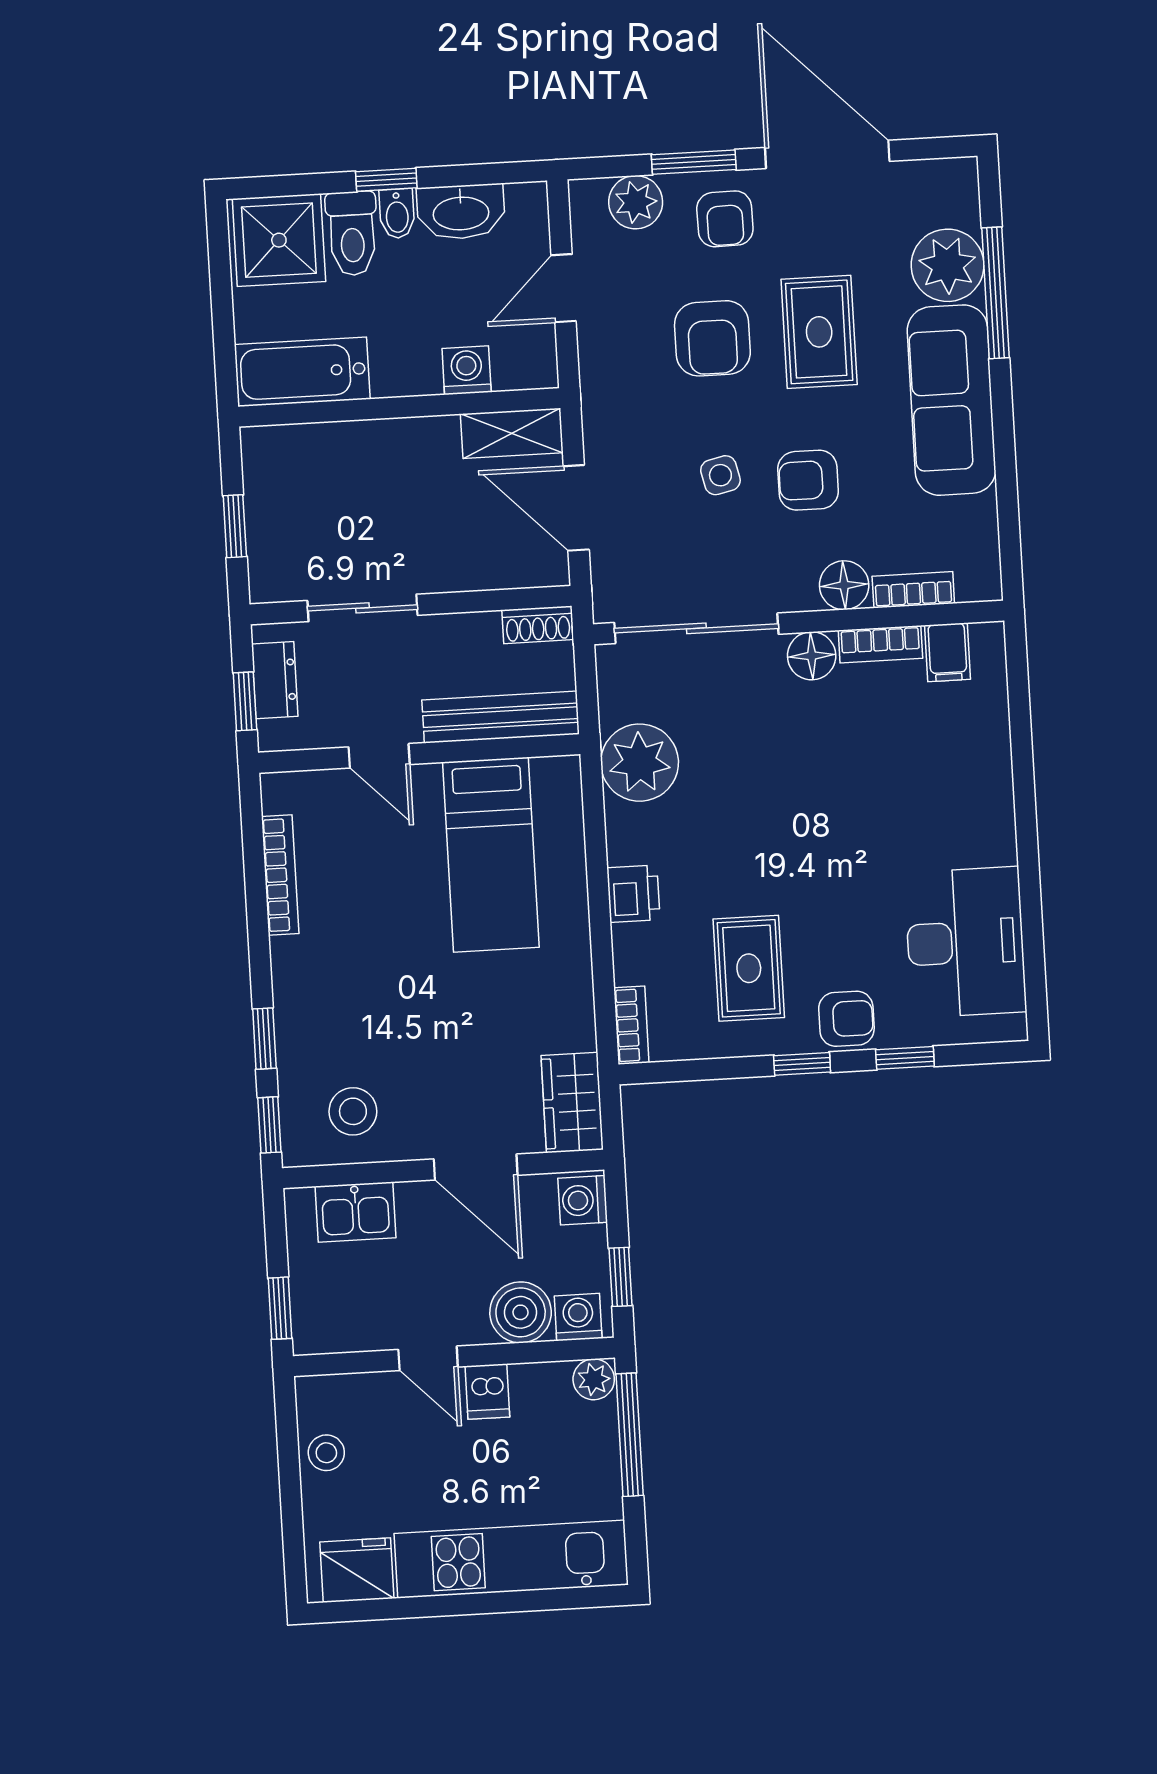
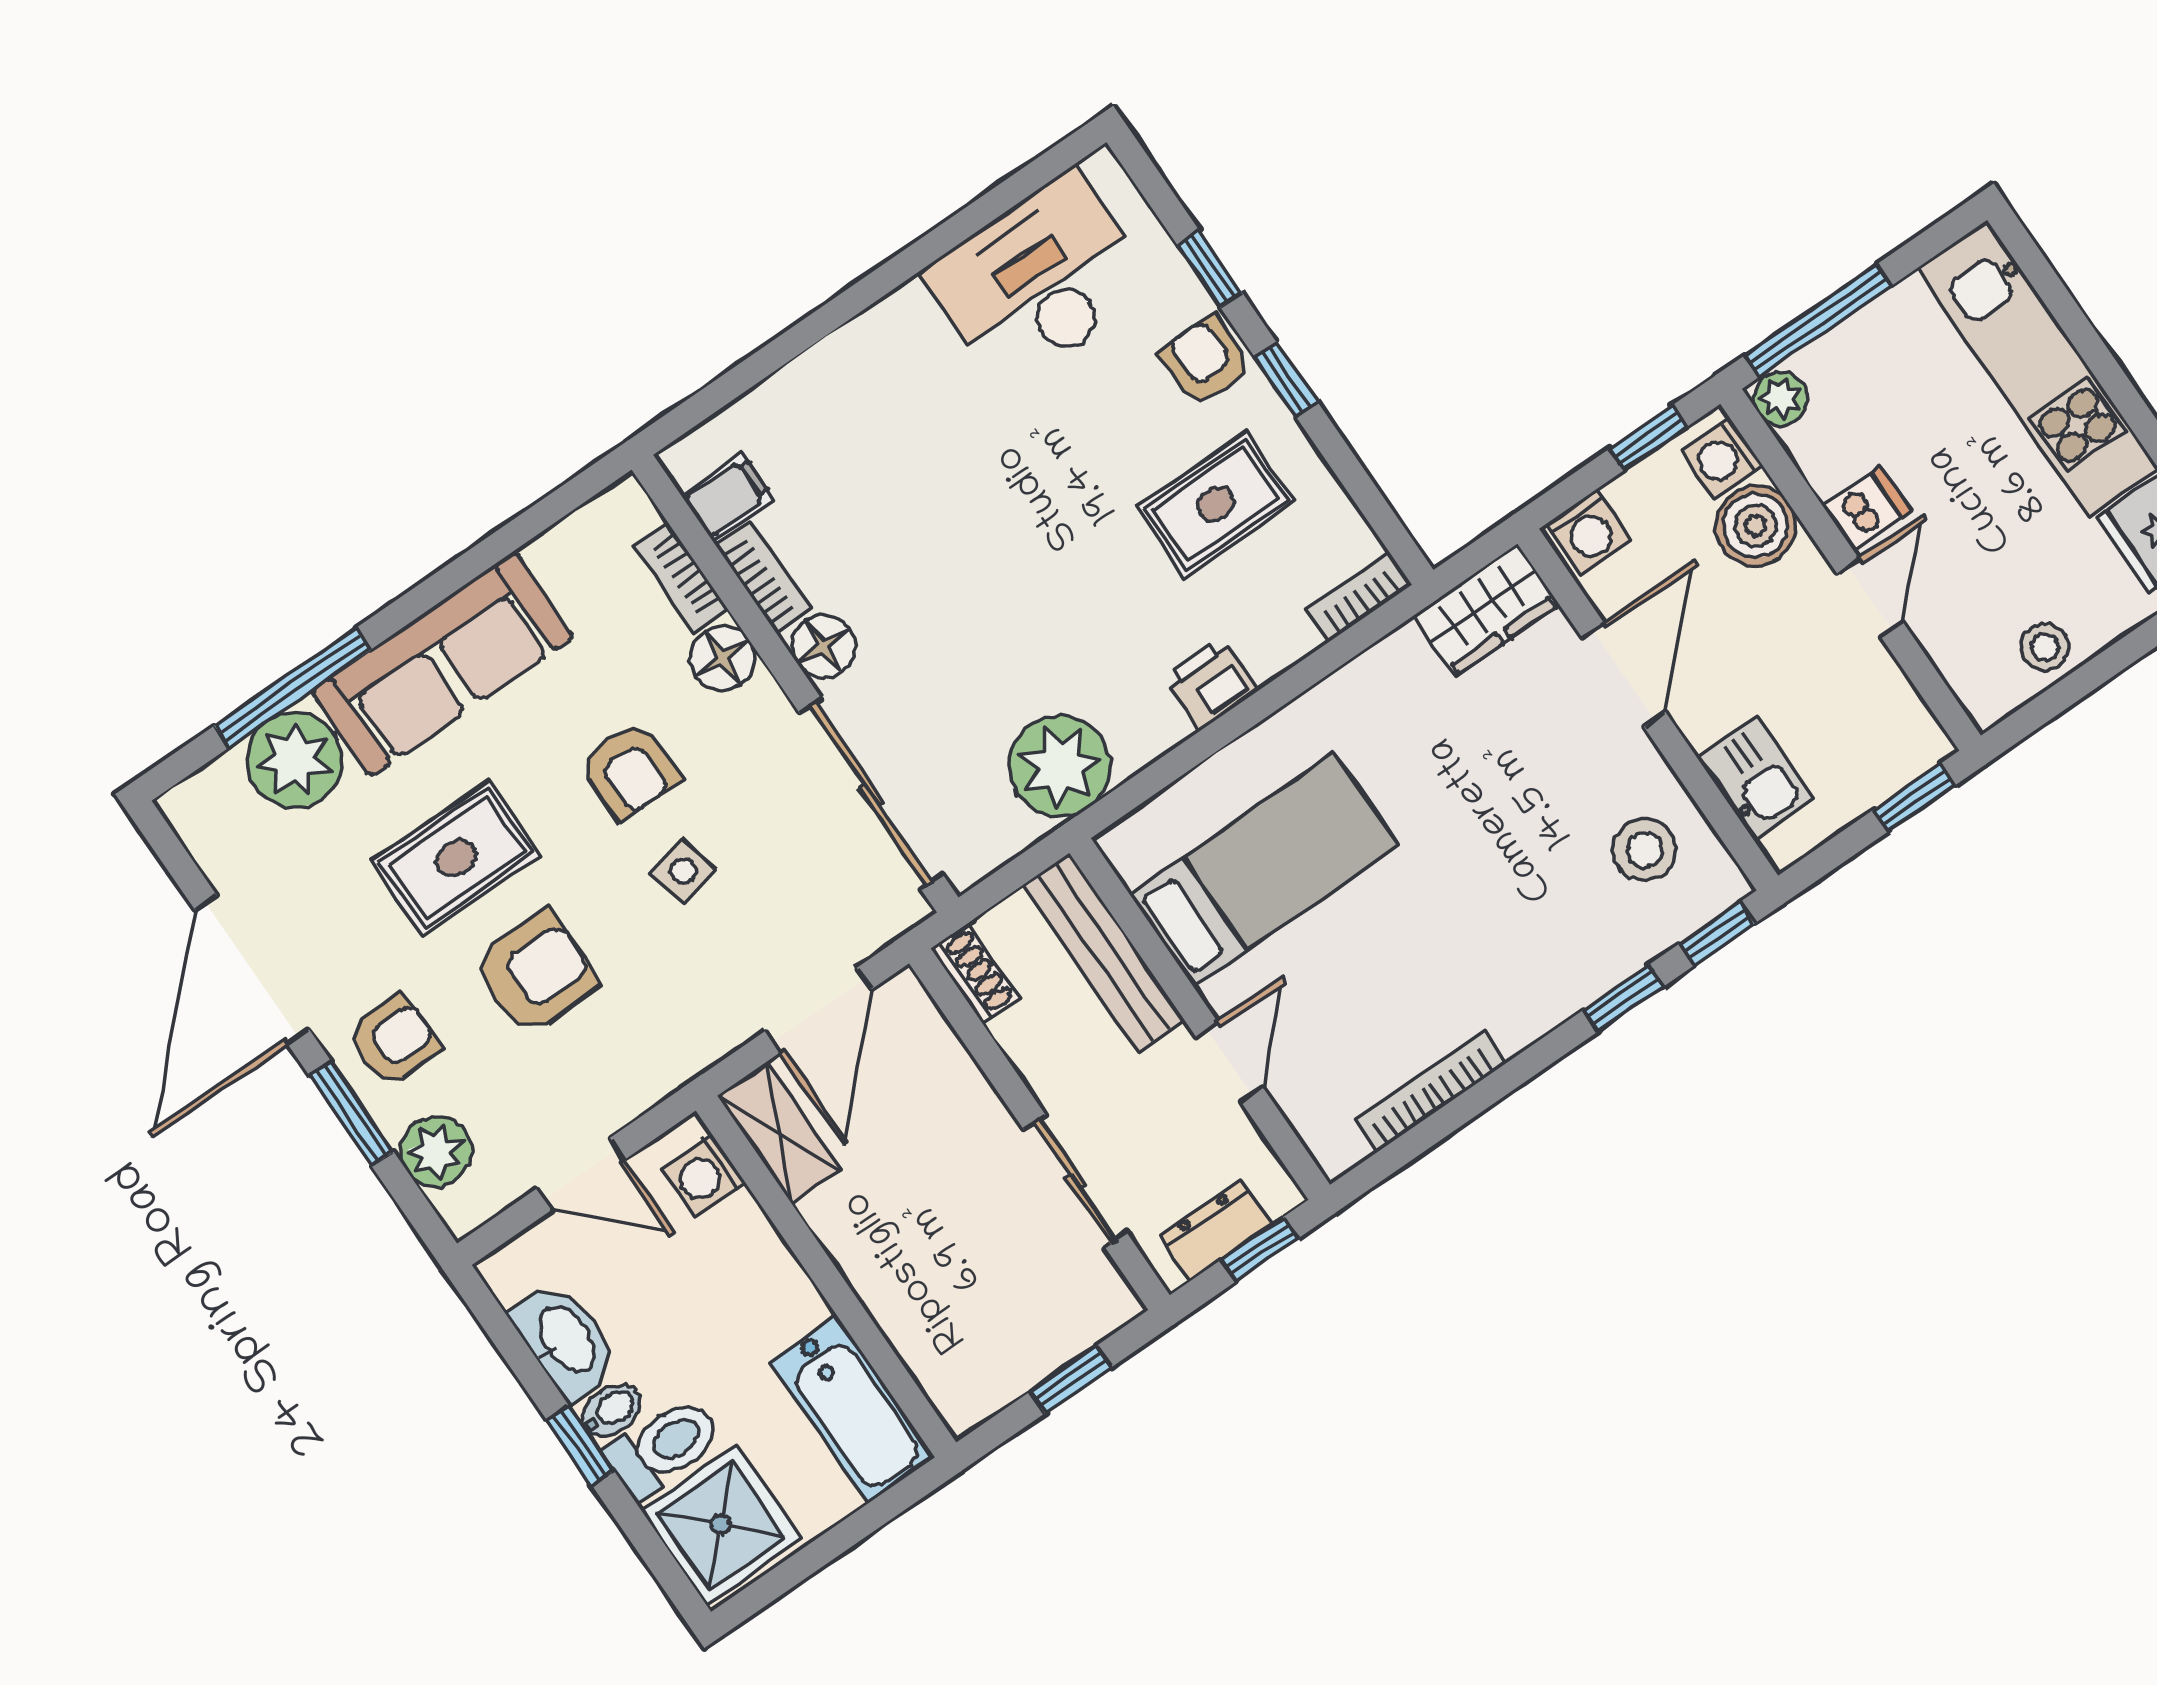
washing machine: (467, 370) -> (704, 1176), moved

